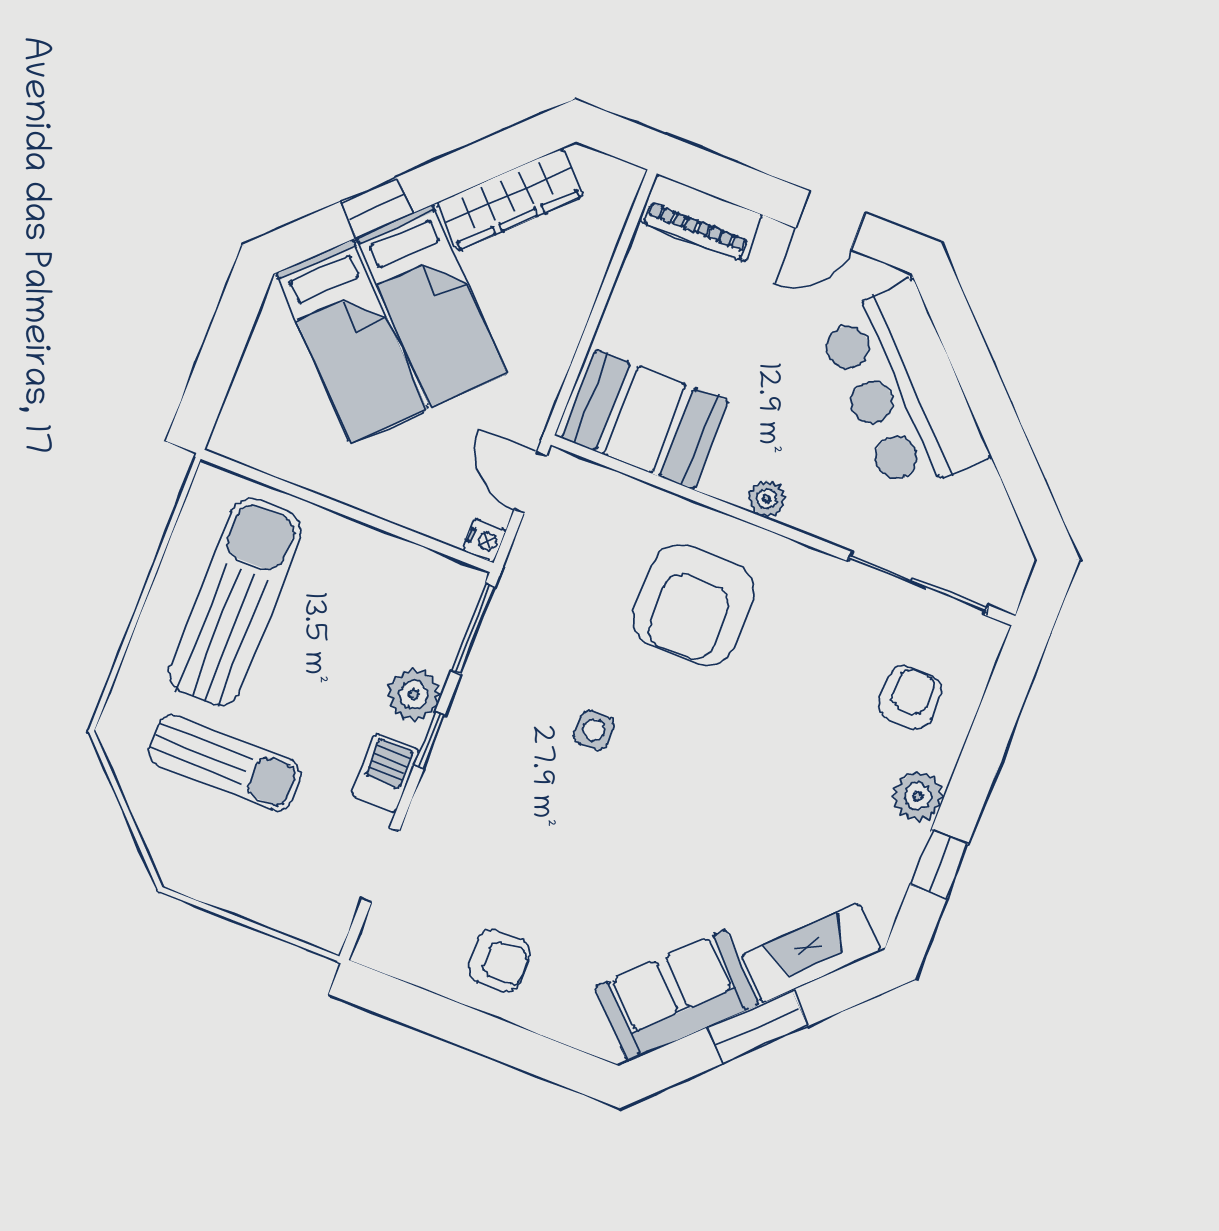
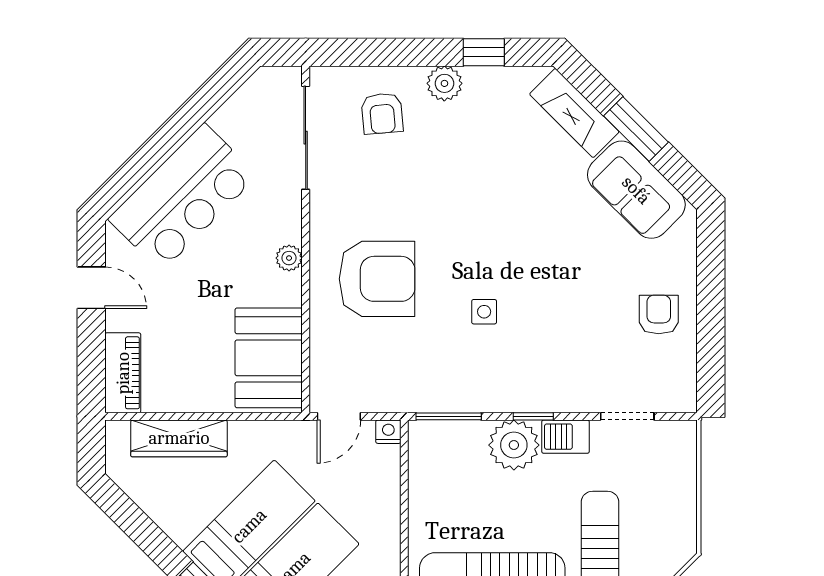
wardrobe: (510, 199) -> (179, 438), moved, turned 135
plant: (414, 695) -> (514, 445), width x1.36, depth x1.36
armchair: (910, 698) -> (382, 113), turned -95

